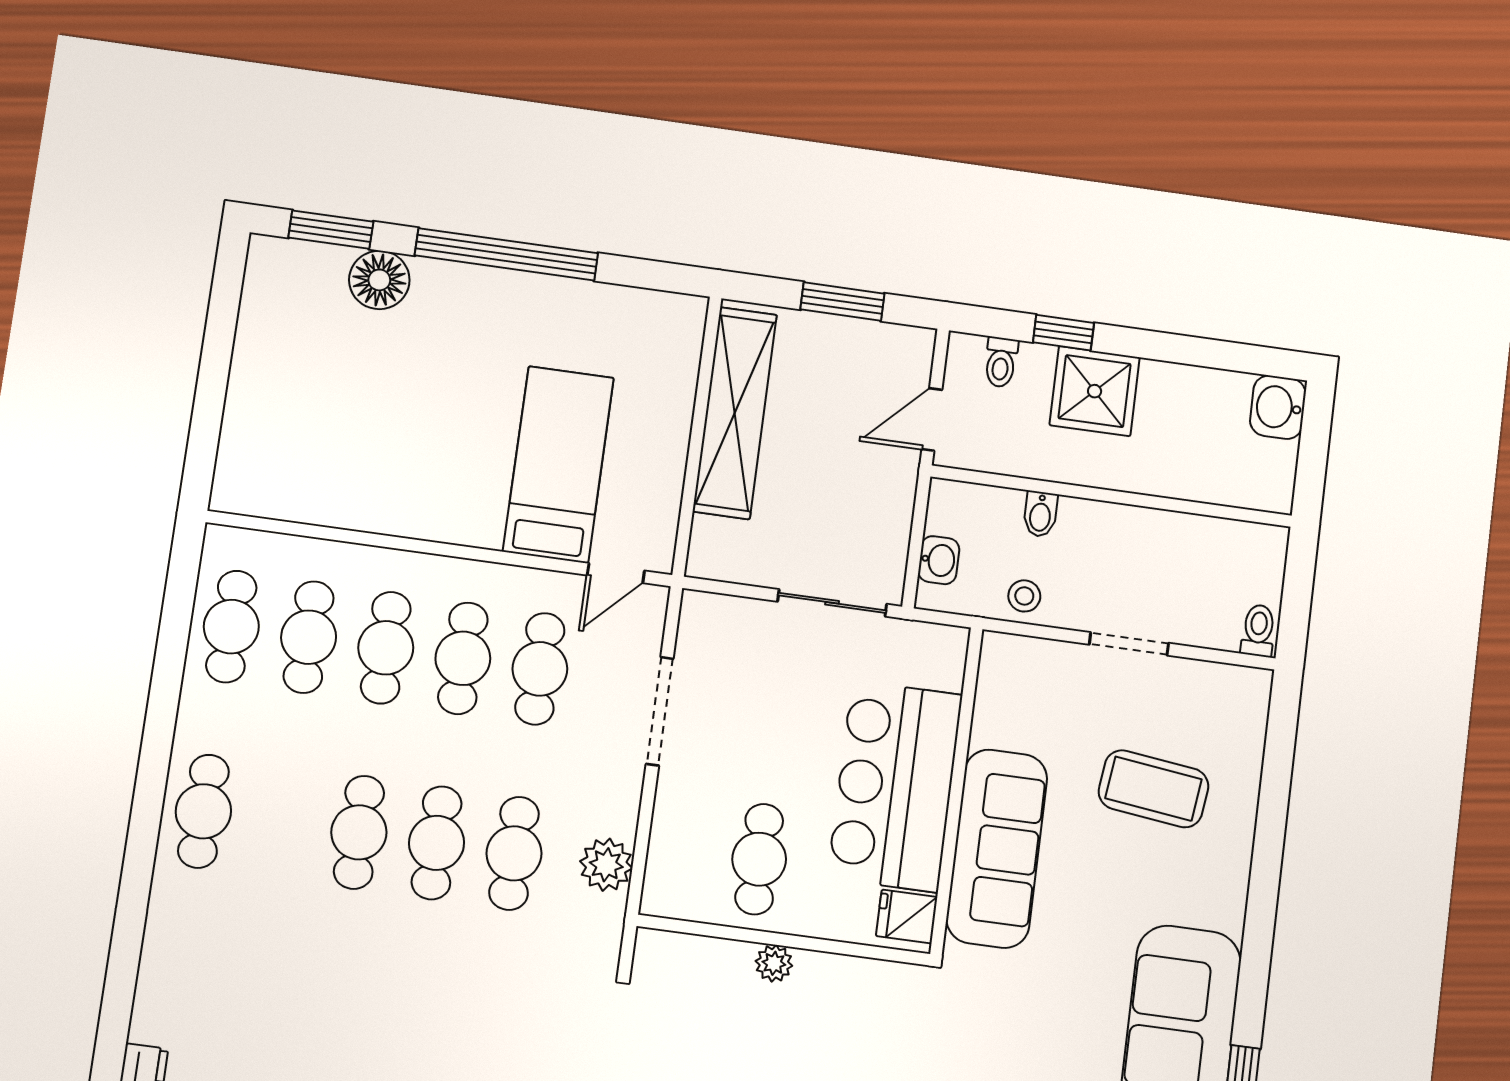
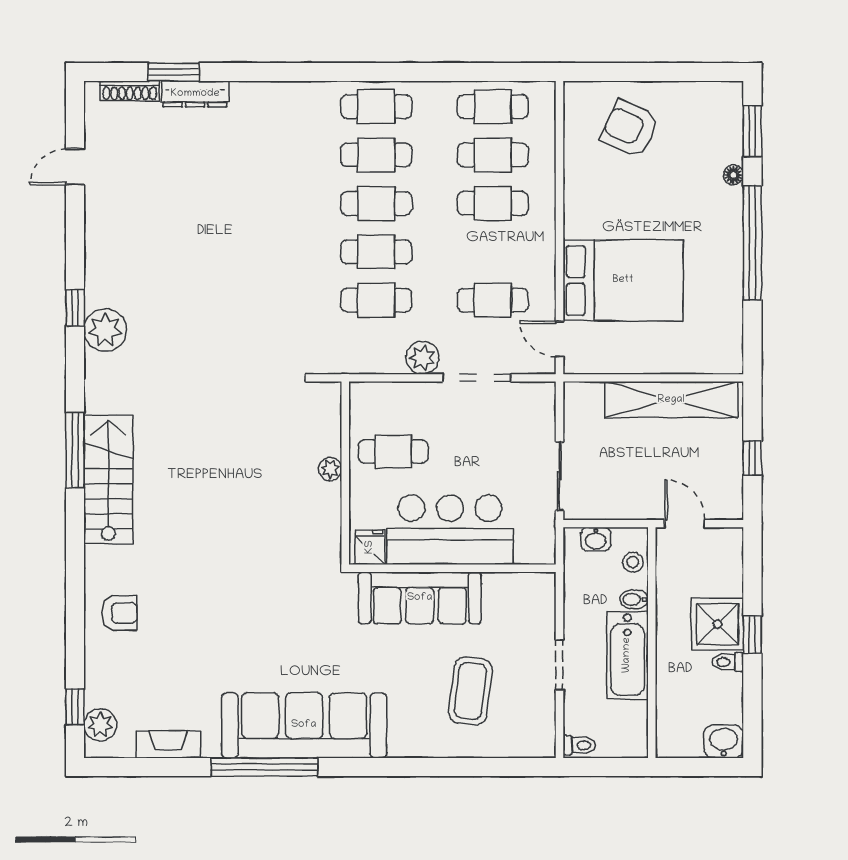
floor lamp: (379, 280) -> (733, 175), width x0.53, depth x0.53
window: (842, 302) -> (752, 458), width x0.67
window: (1063, 333) -> (752, 635), moved
toilet: (1001, 362) -> (728, 662), moved
armchair: (299, 417) -> (630, 129), added
bed: (558, 464) -> (623, 280), width x1.50
bathtub: (1127, 536) -> (627, 655), added
stool: (1024, 596) -> (633, 562), moved
cafe table: (463, 658) -> (376, 155), moved
plant: (606, 865) -> (422, 358), moved

